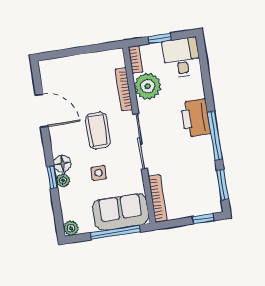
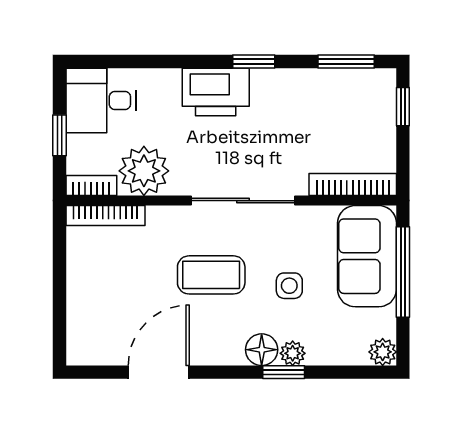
bookcase: (124, 89) -> (105, 216), moved
window: (215, 136) -> (254, 62), width x0.46

